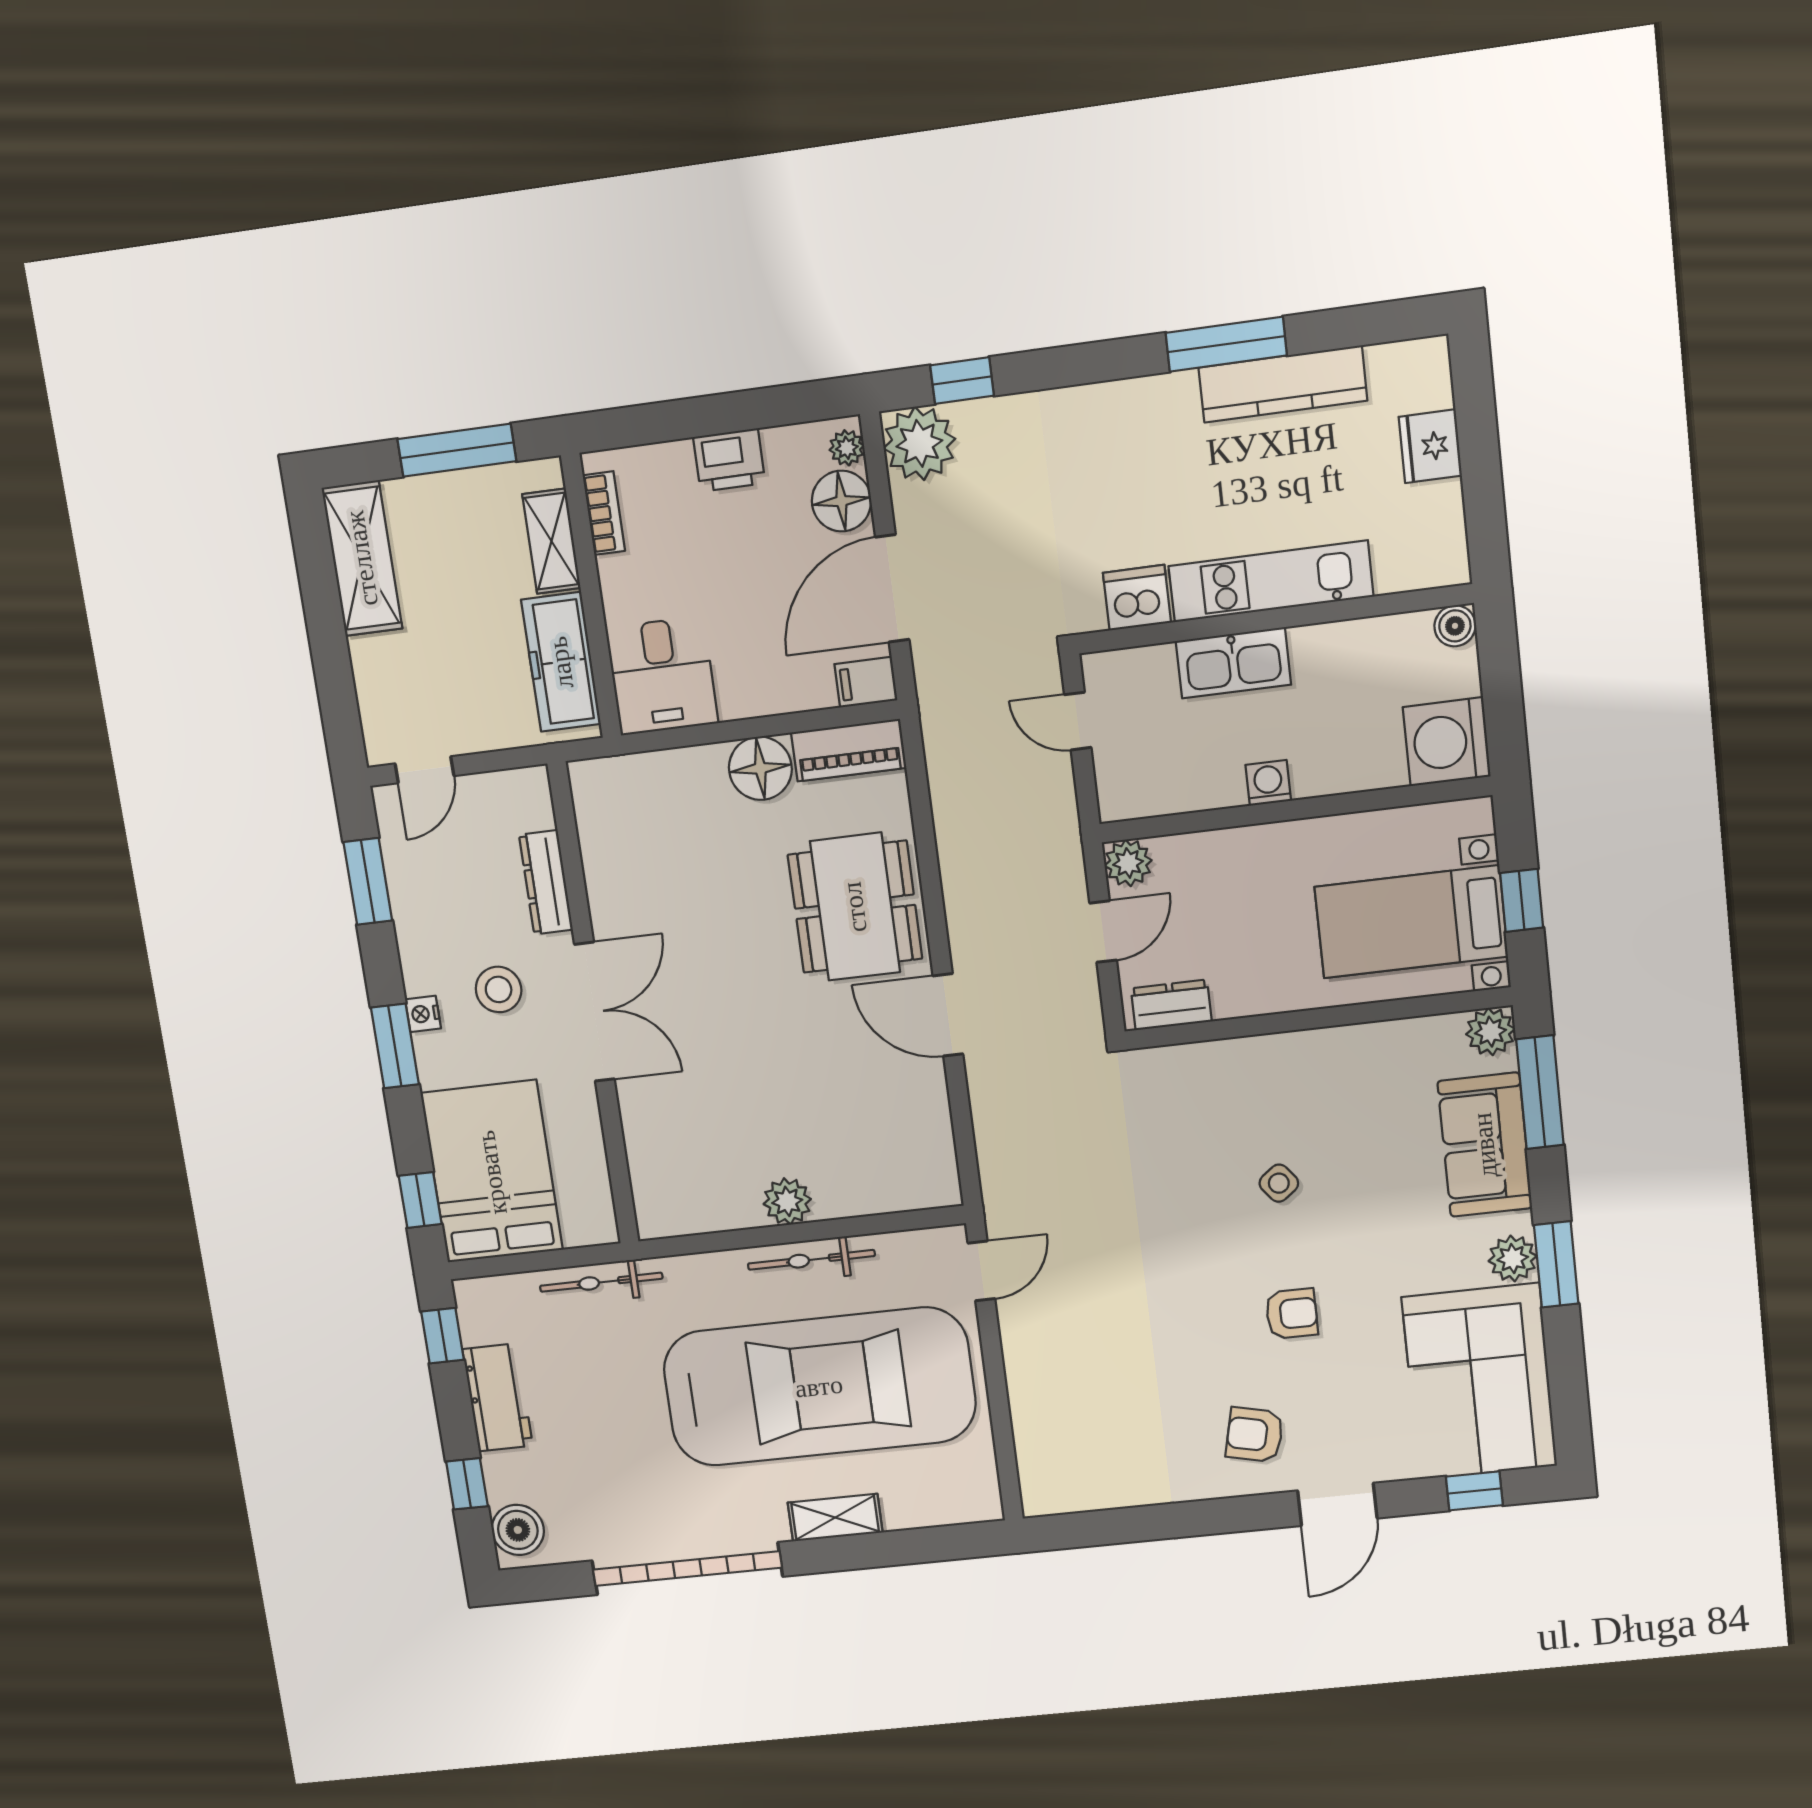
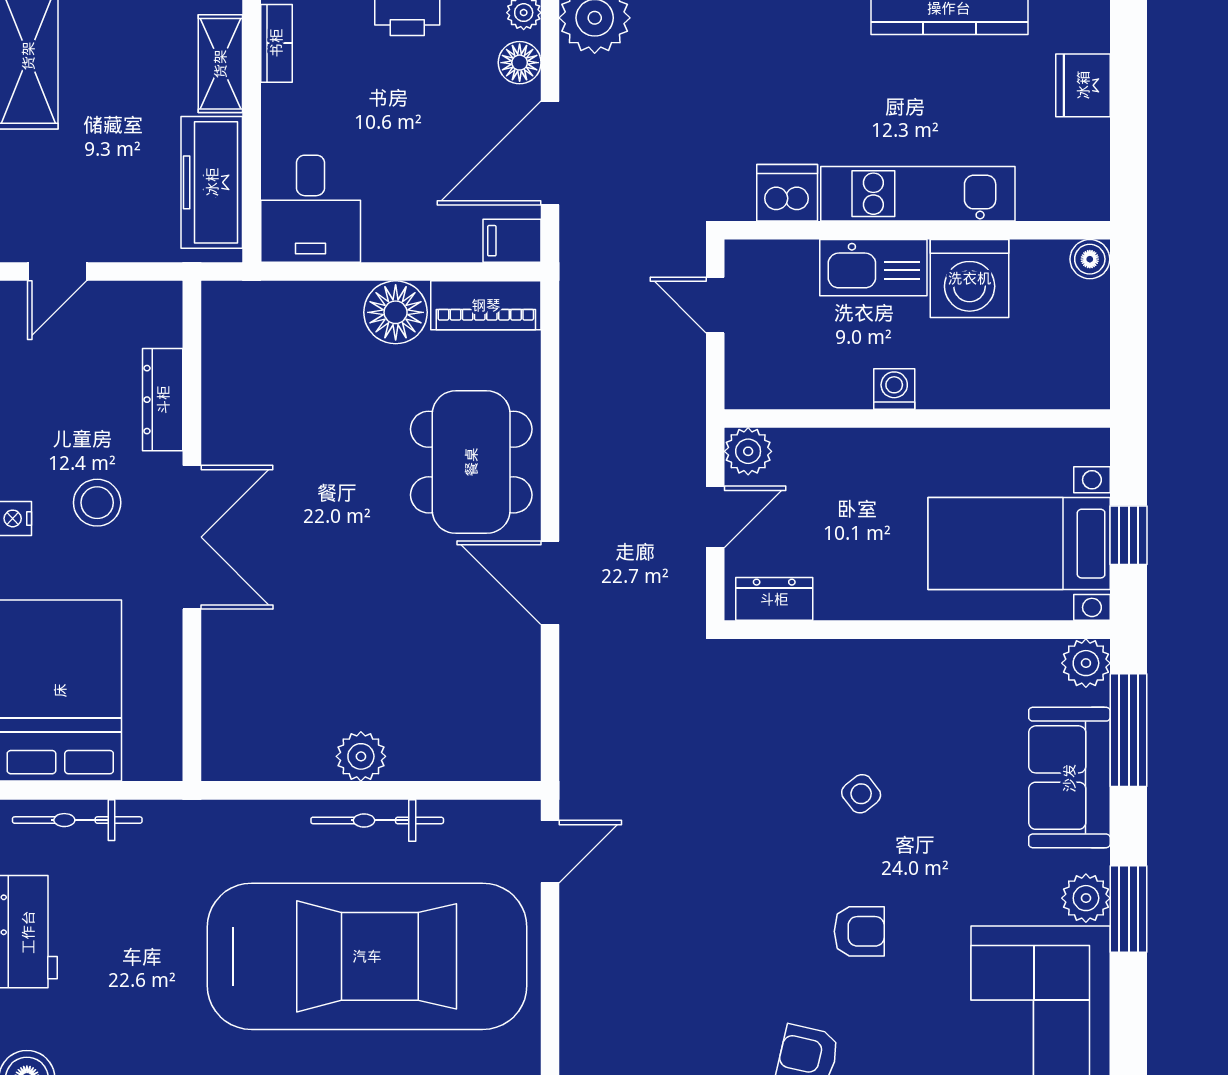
floor lamp: (841, 501) -> (520, 63), width x0.73, depth x0.73
washing machine: (1447, 742) -> (970, 278), moved, turned -90
bicycle: (601, 1282) -> (77, 820), moved

